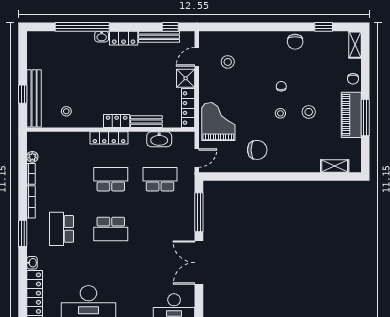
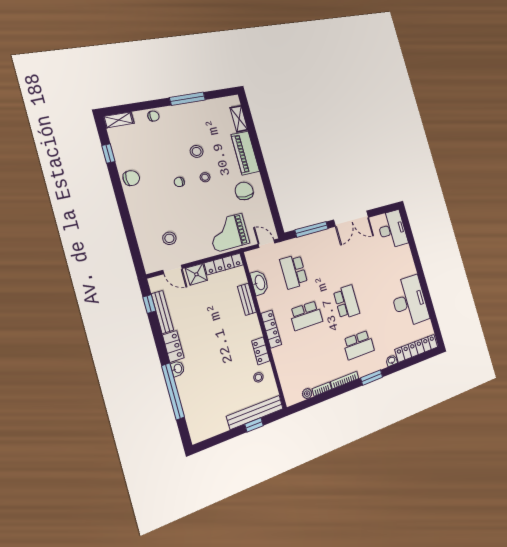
piano: (351, 115) -> (245, 153), moved, turned 90
locker: (117, 121) -> (261, 351), moved
school desk: (111, 179) -> (306, 316), turned -90

